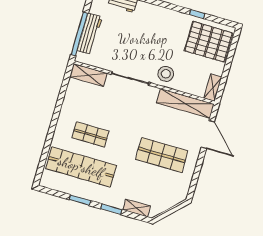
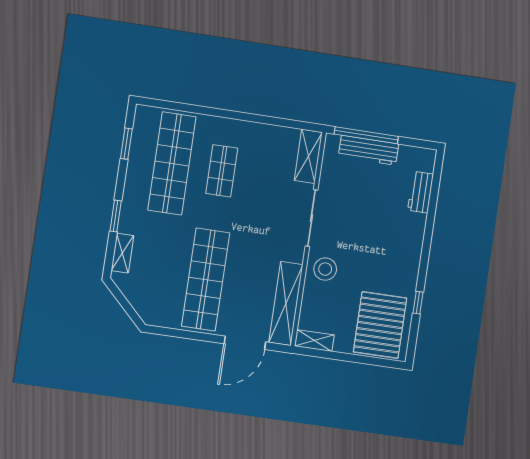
shop shelf: (162, 155) -> (206, 279), width x1.40
window: (80, 200) -> (126, 144), moved

